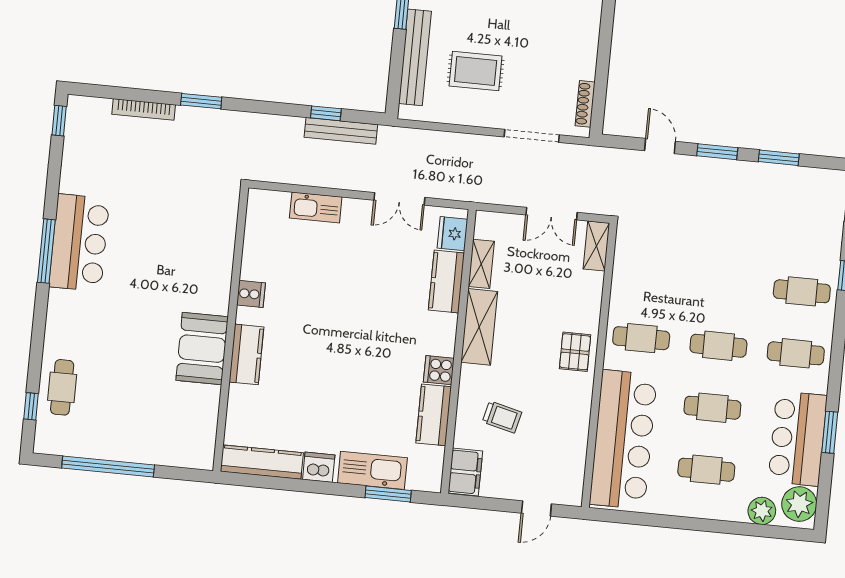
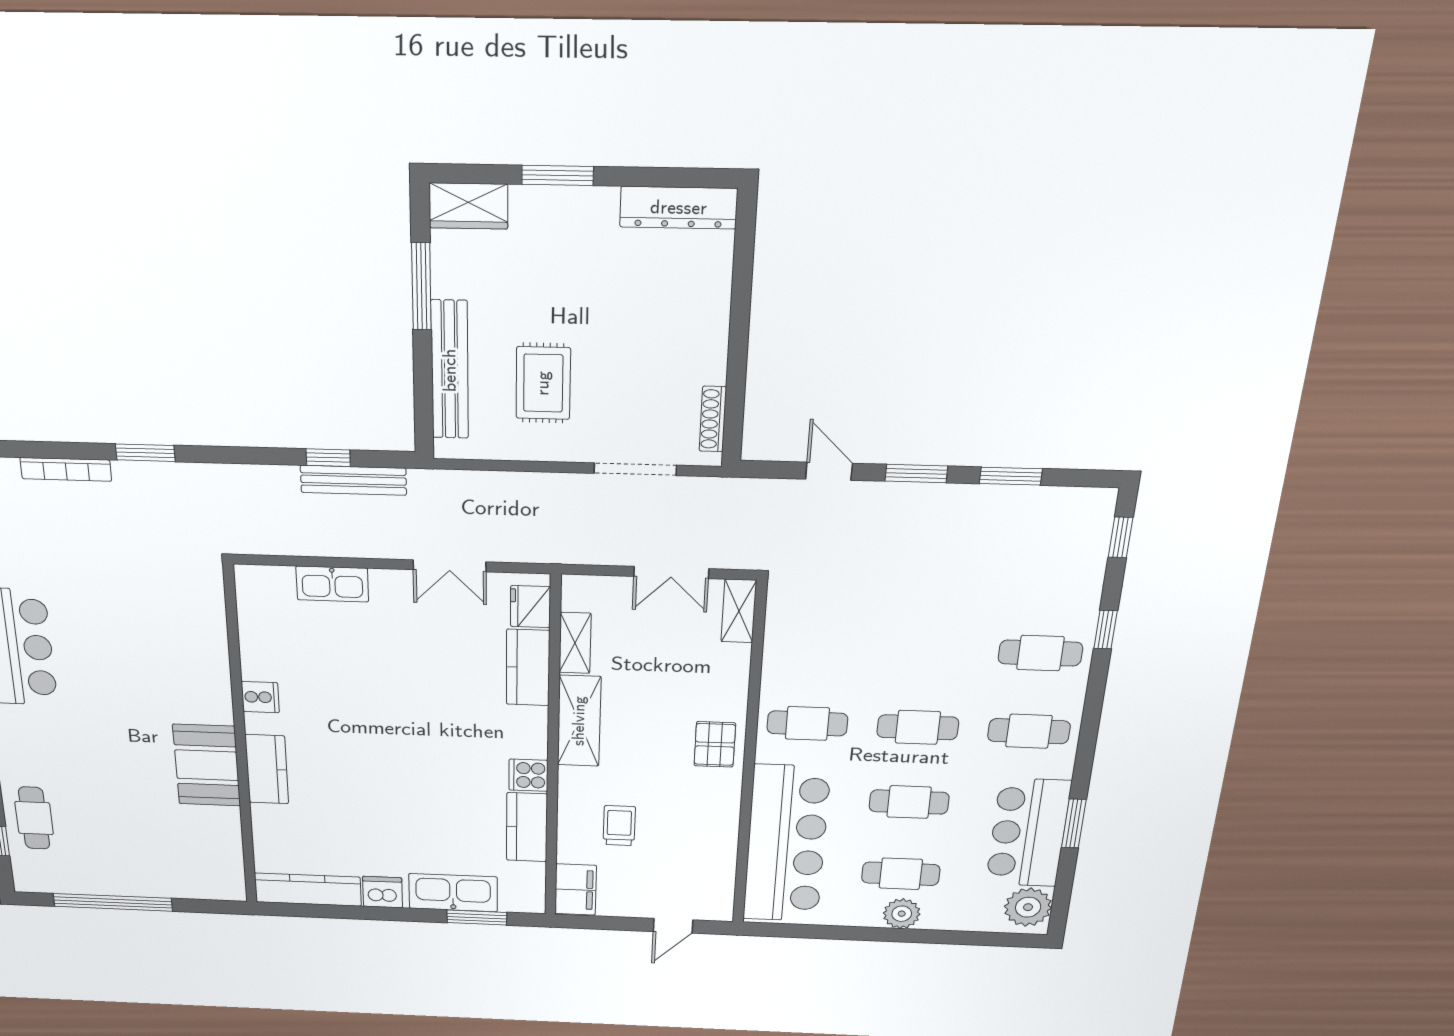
rug: (476, 71) -> (543, 383), turned 90
trolley: (502, 417) -> (619, 826), turned -104
plant: (762, 511) -> (902, 914), moved

